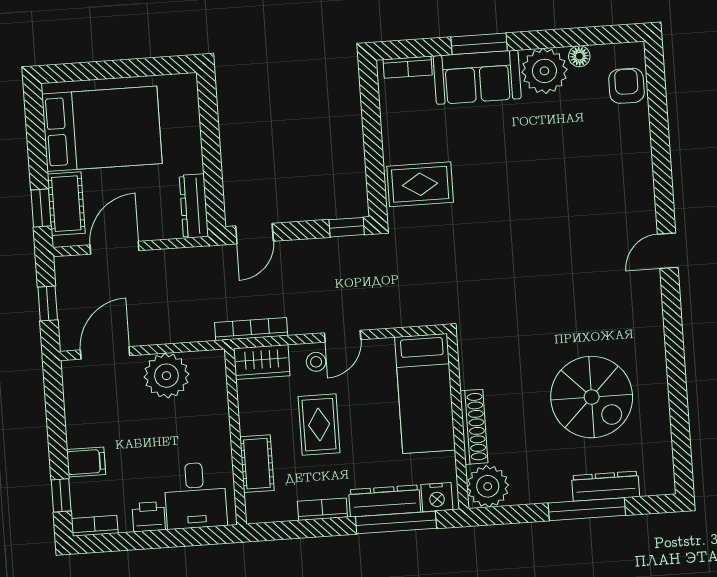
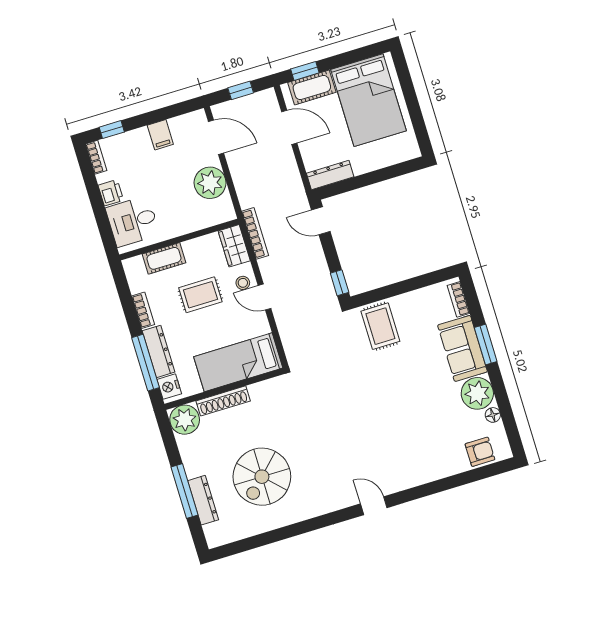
filing cabinet: (86, 462) -> (160, 135), moved

